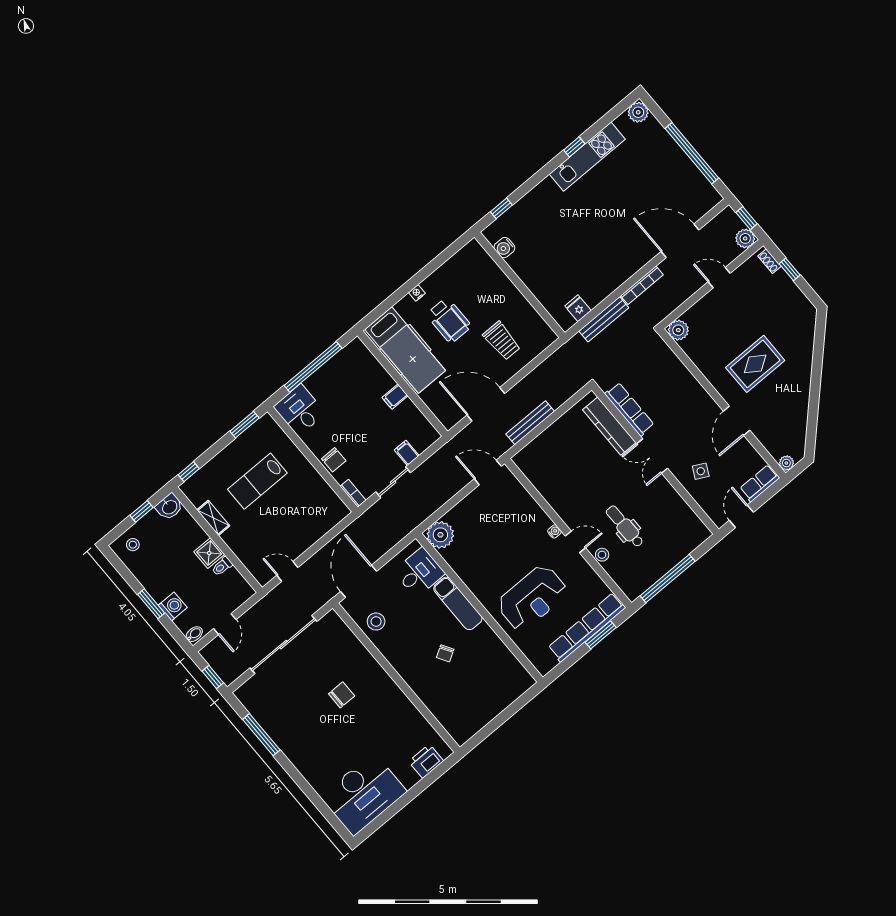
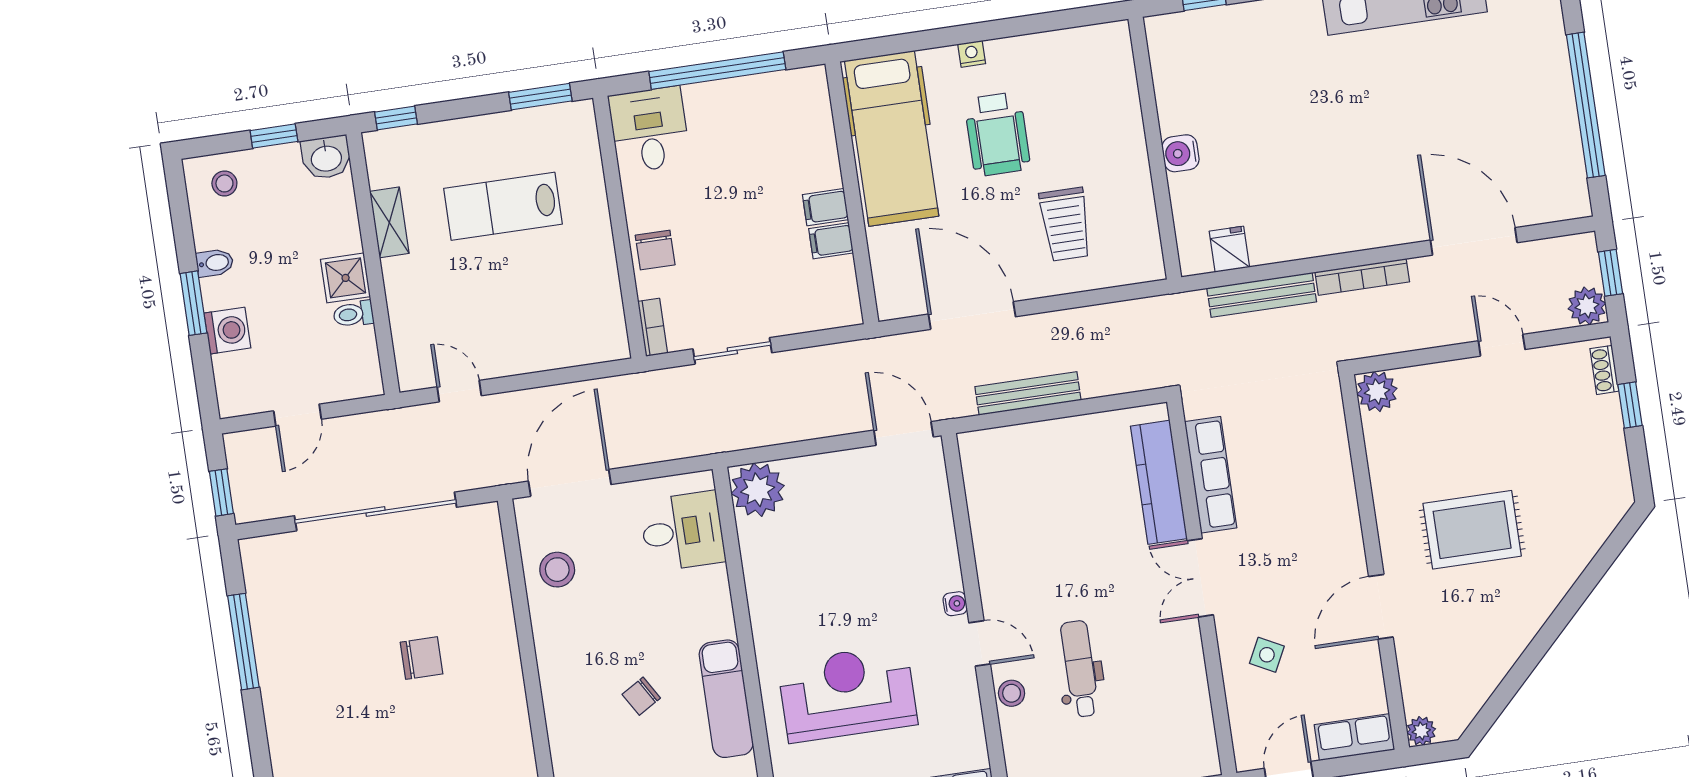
water cooler: (504, 248) -> (1181, 153), moved
filing cabinet: (407, 453) -> (831, 241), moved, turned -90
reception desk: (532, 598) -> (847, 693), turned 180
exam couch: (458, 603) -> (726, 699), moved
bidet: (194, 634) -> (215, 263), moved

